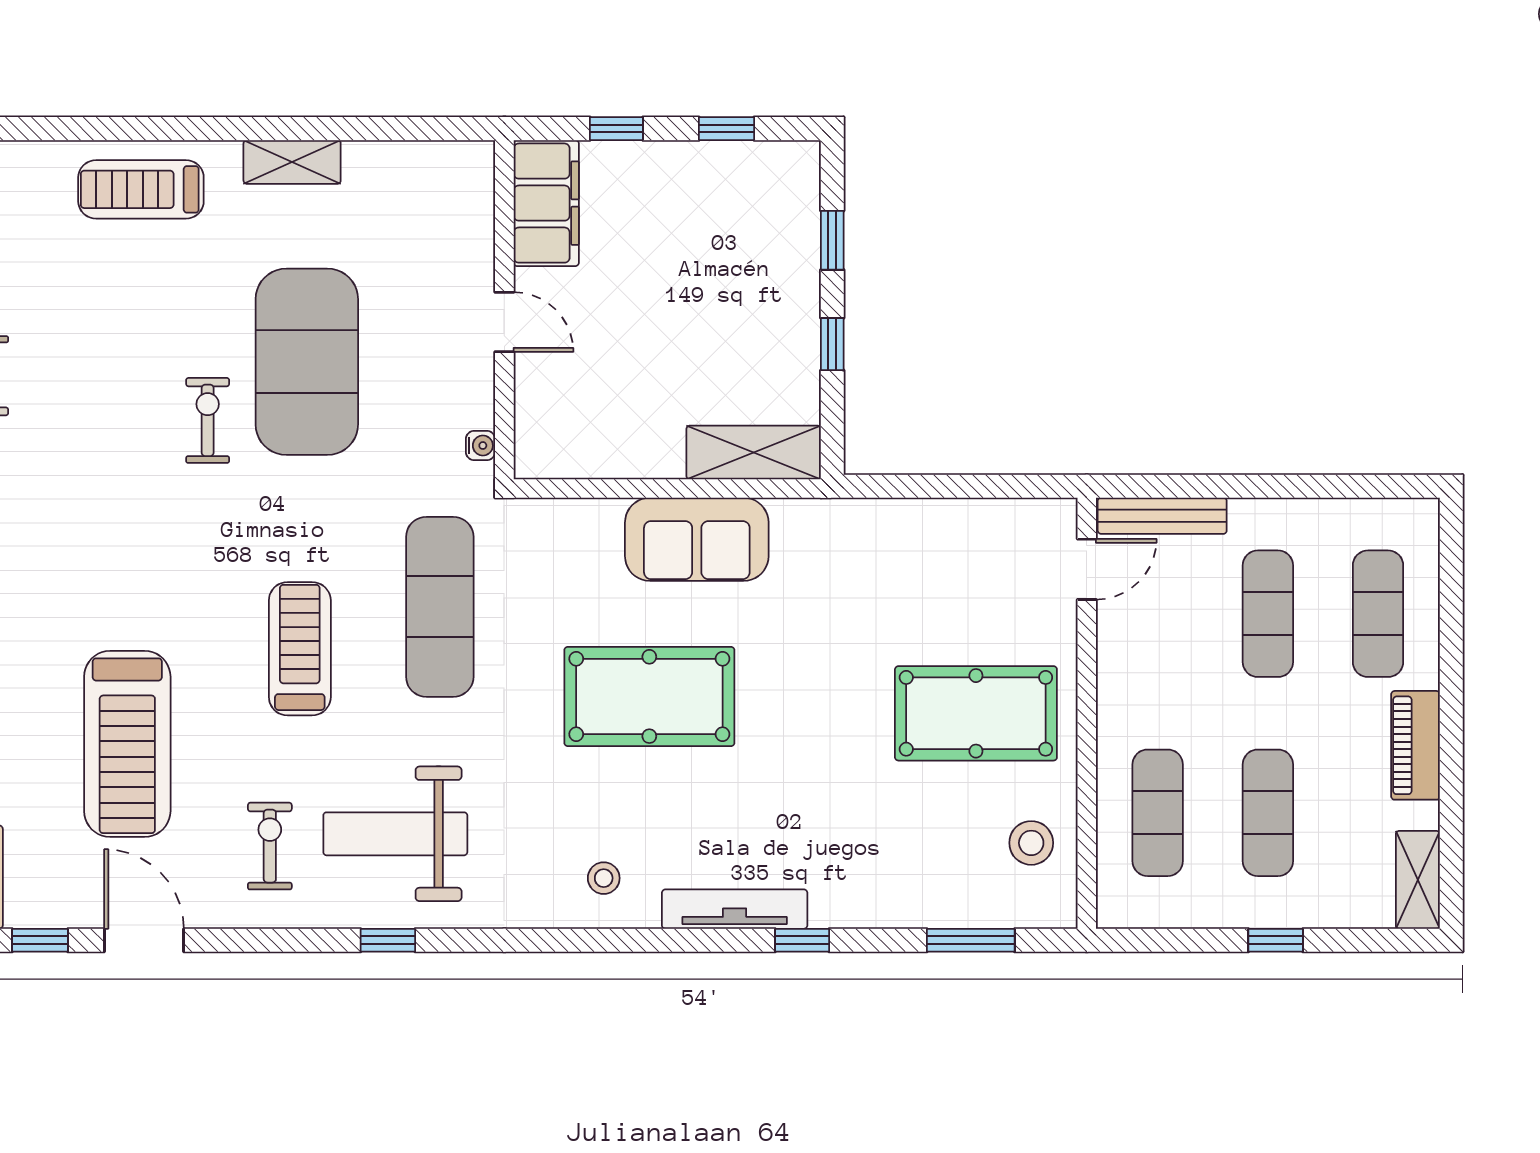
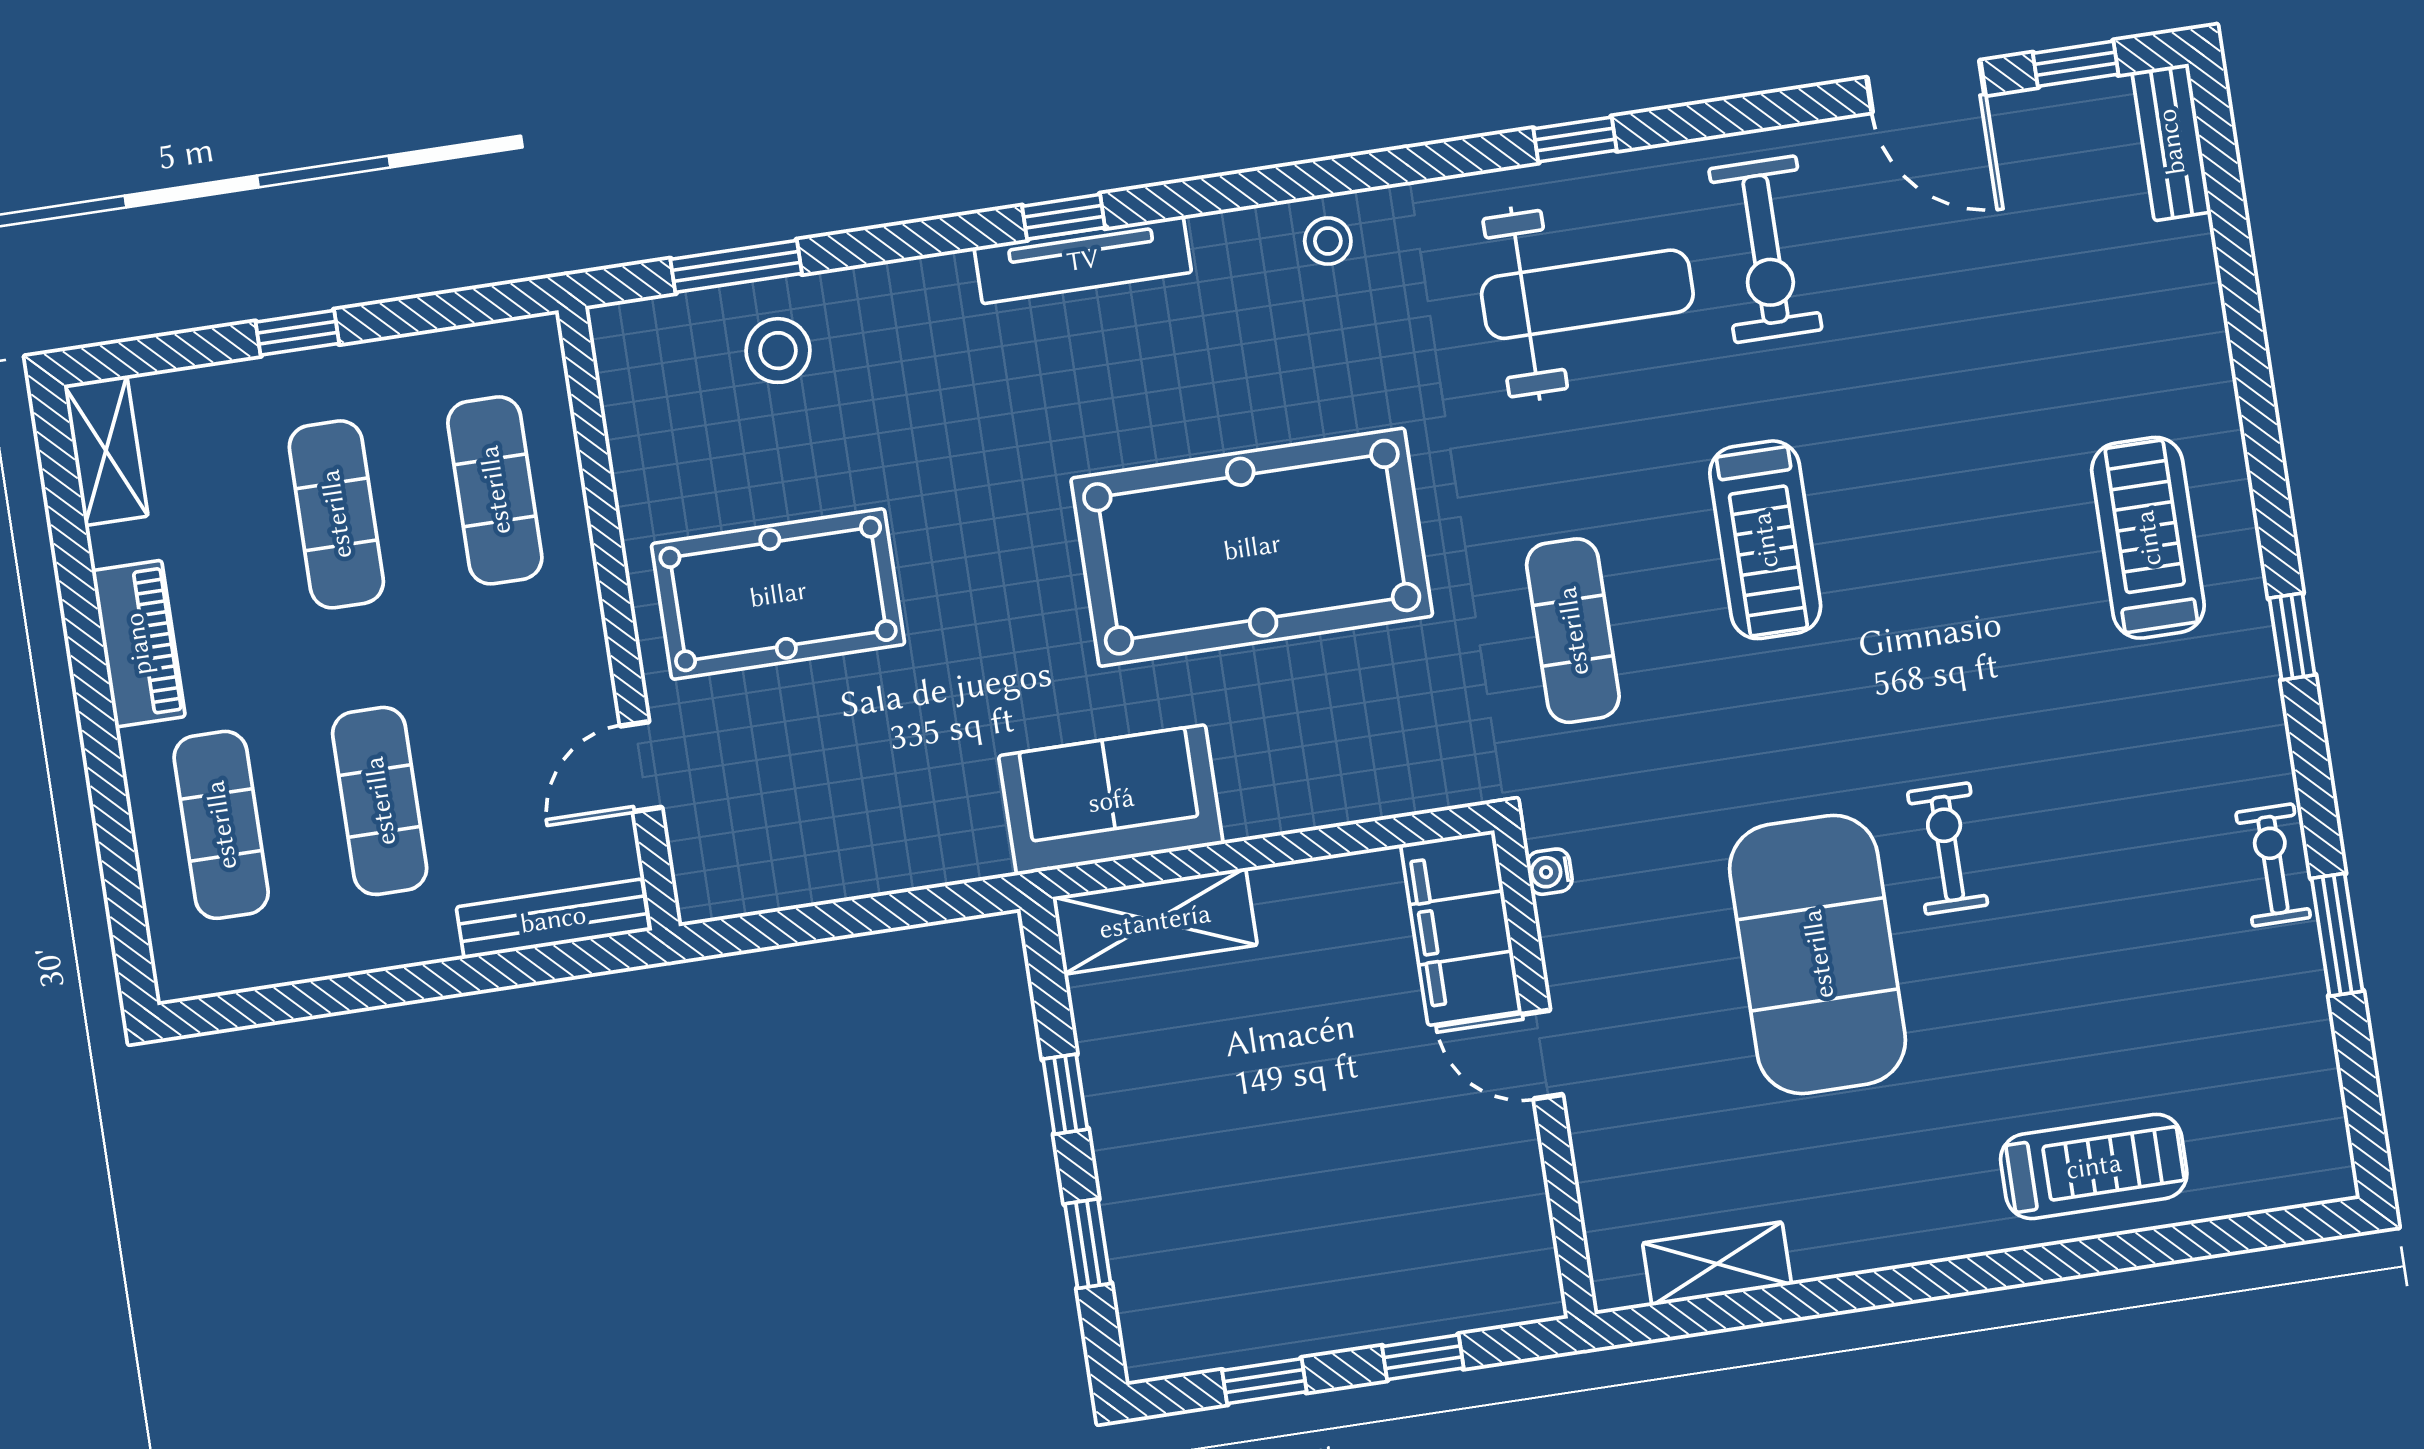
shelving: (292, 162) -> (1717, 1264), moved
filing cabinet: (546, 203) -> (1461, 928), moved
exercise bike: (208, 420) -> (1948, 849), turned 180
sofa: (697, 539) -> (1111, 800), moved
door: (1087, 569) -> (641, 767), moved
exercise mat: (440, 607) -> (1573, 631), width x0.73, depth x0.69
pool table: (649, 696) -> (1252, 547), width x1.36, depth x1.32
treadmill: (127, 744) -> (2148, 538), moved, width x0.73, depth x0.73
stool: (1031, 843) -> (778, 351), moved
exercise bike: (270, 846) -> (1765, 249), width x1.38, depth x1.39
stool: (604, 878) -> (1328, 241), moved
window: (802, 940) -> (1064, 217), moved

